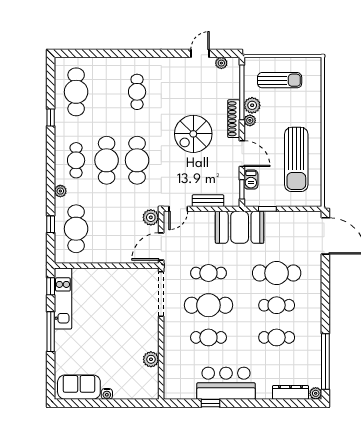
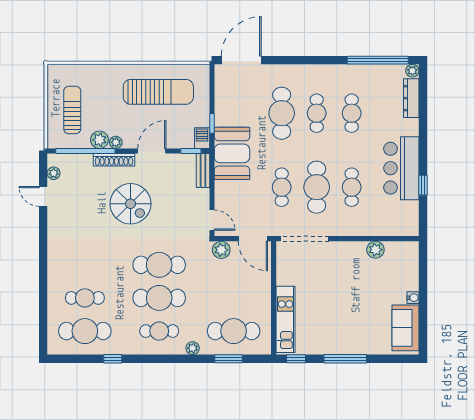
cafe table: (137, 92) -> (85, 298), moved
barbecue: (251, 180) -> (202, 138), moved, turned -90
bench: (208, 201) -> (203, 171), moved
window: (51, 224) -> (229, 359), width x1.50
kitchen unit: (63, 299) -> (285, 319), moved, turned 90

